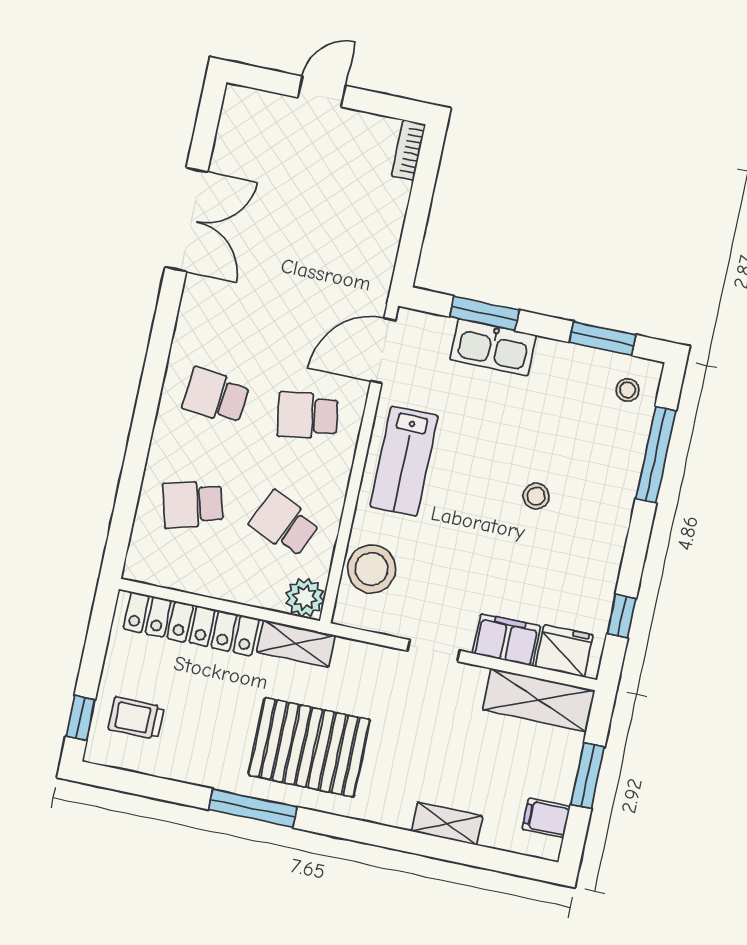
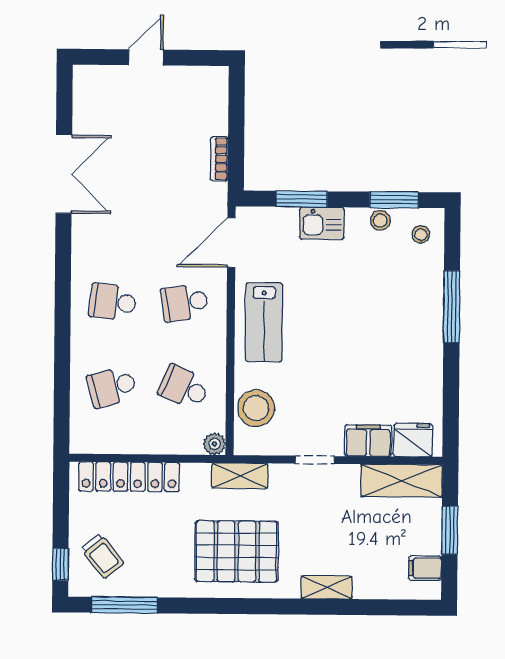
bookcase: (408, 150) -> (219, 159), moved
kitchen sink: (493, 347) -> (322, 223), width x0.73
window: (656, 455) -> (452, 307), moved
stool: (536, 496) -> (380, 220), moved
plant: (305, 598) -> (214, 444), width x0.73, depth x0.73
window: (622, 616) -> (451, 405), removed
shelving: (296, 644) -> (240, 476), moved
trolley: (136, 718) -> (102, 556), turned -129
window: (253, 808) -> (124, 605), moved
shelving: (447, 824) -> (327, 587), moved

